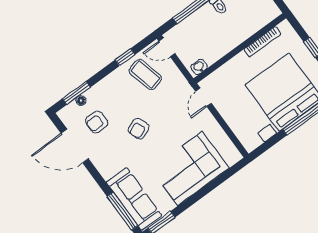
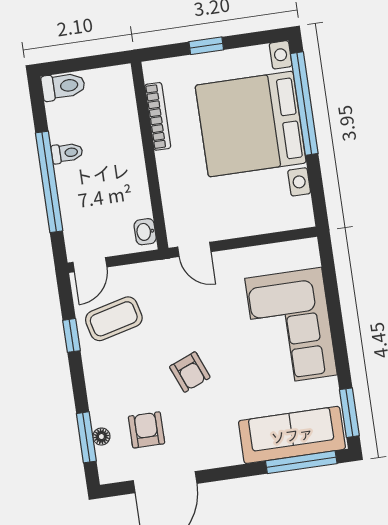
armchair: (97, 122) -> (147, 430), turned 180

